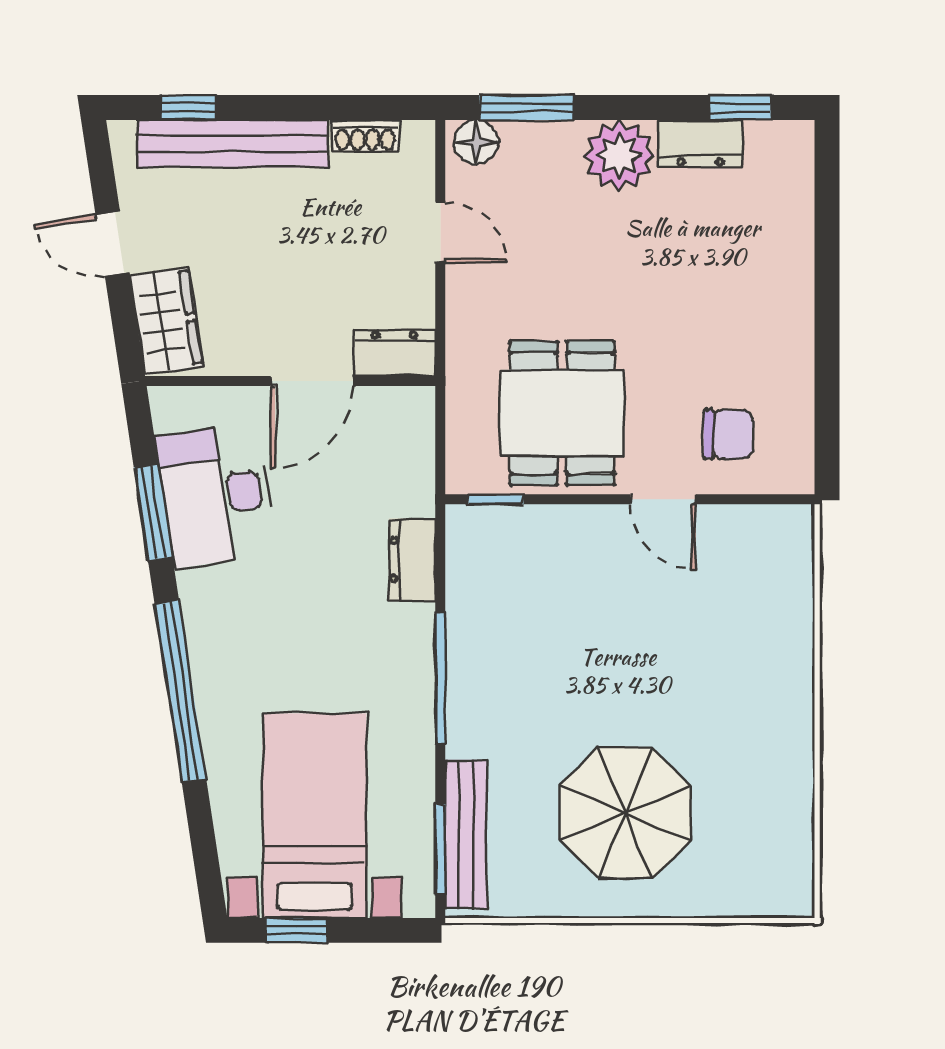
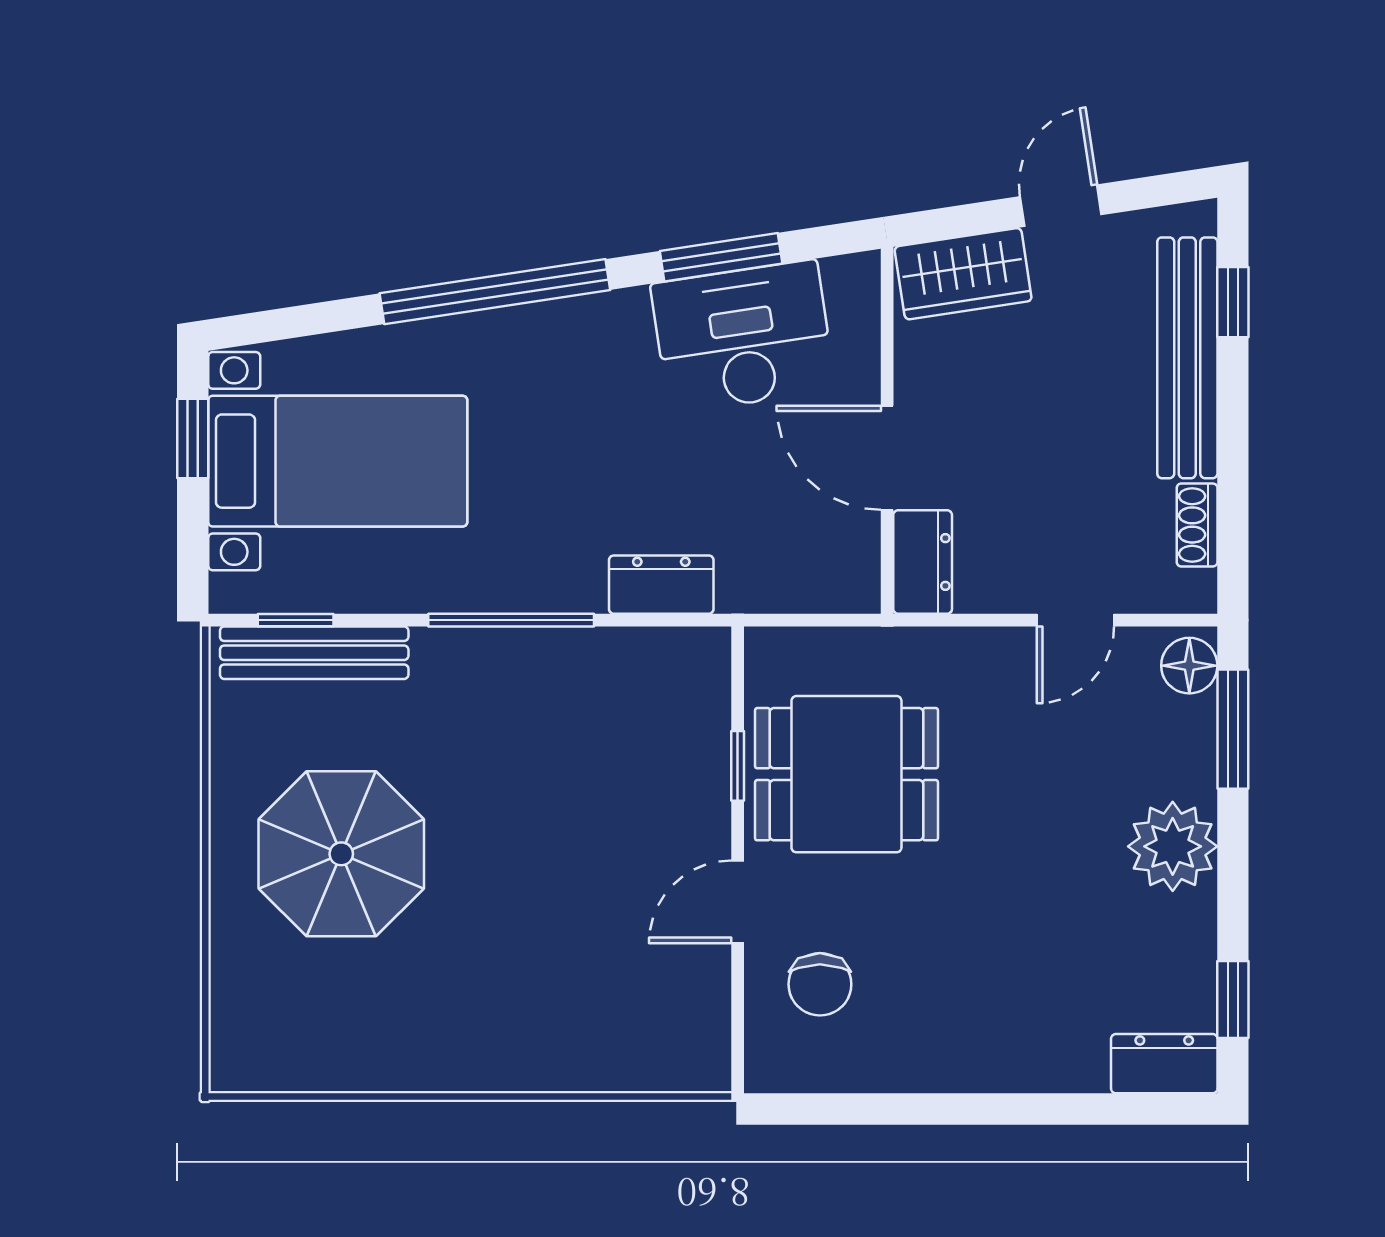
dresser: (700, 143) -> (1164, 1064), moved, turned 90
window: (496, 499) -> (738, 766), moved
window: (440, 849) -> (296, 620), width x0.67

